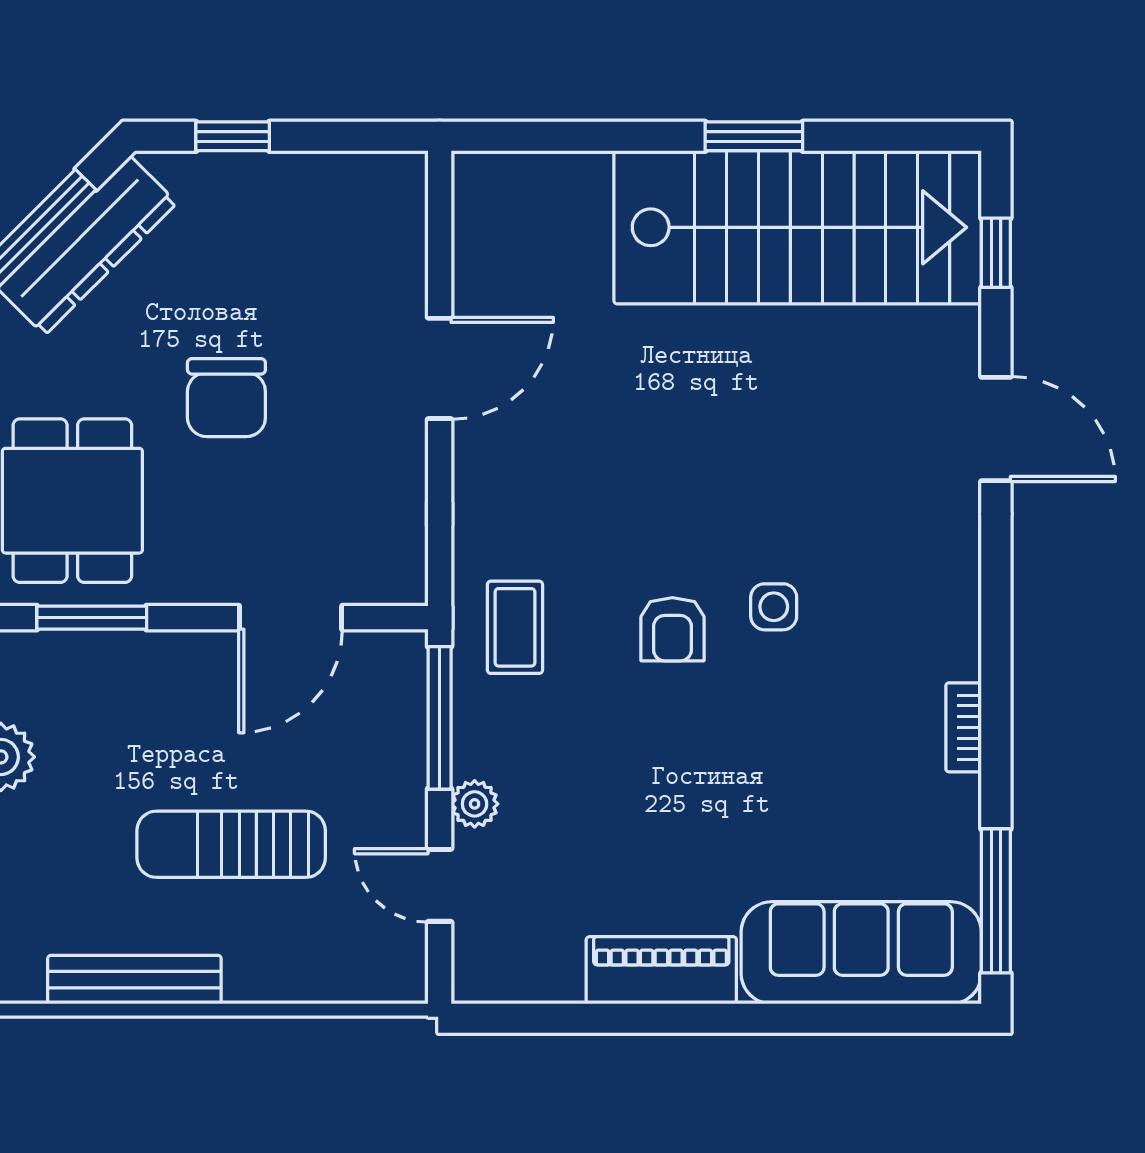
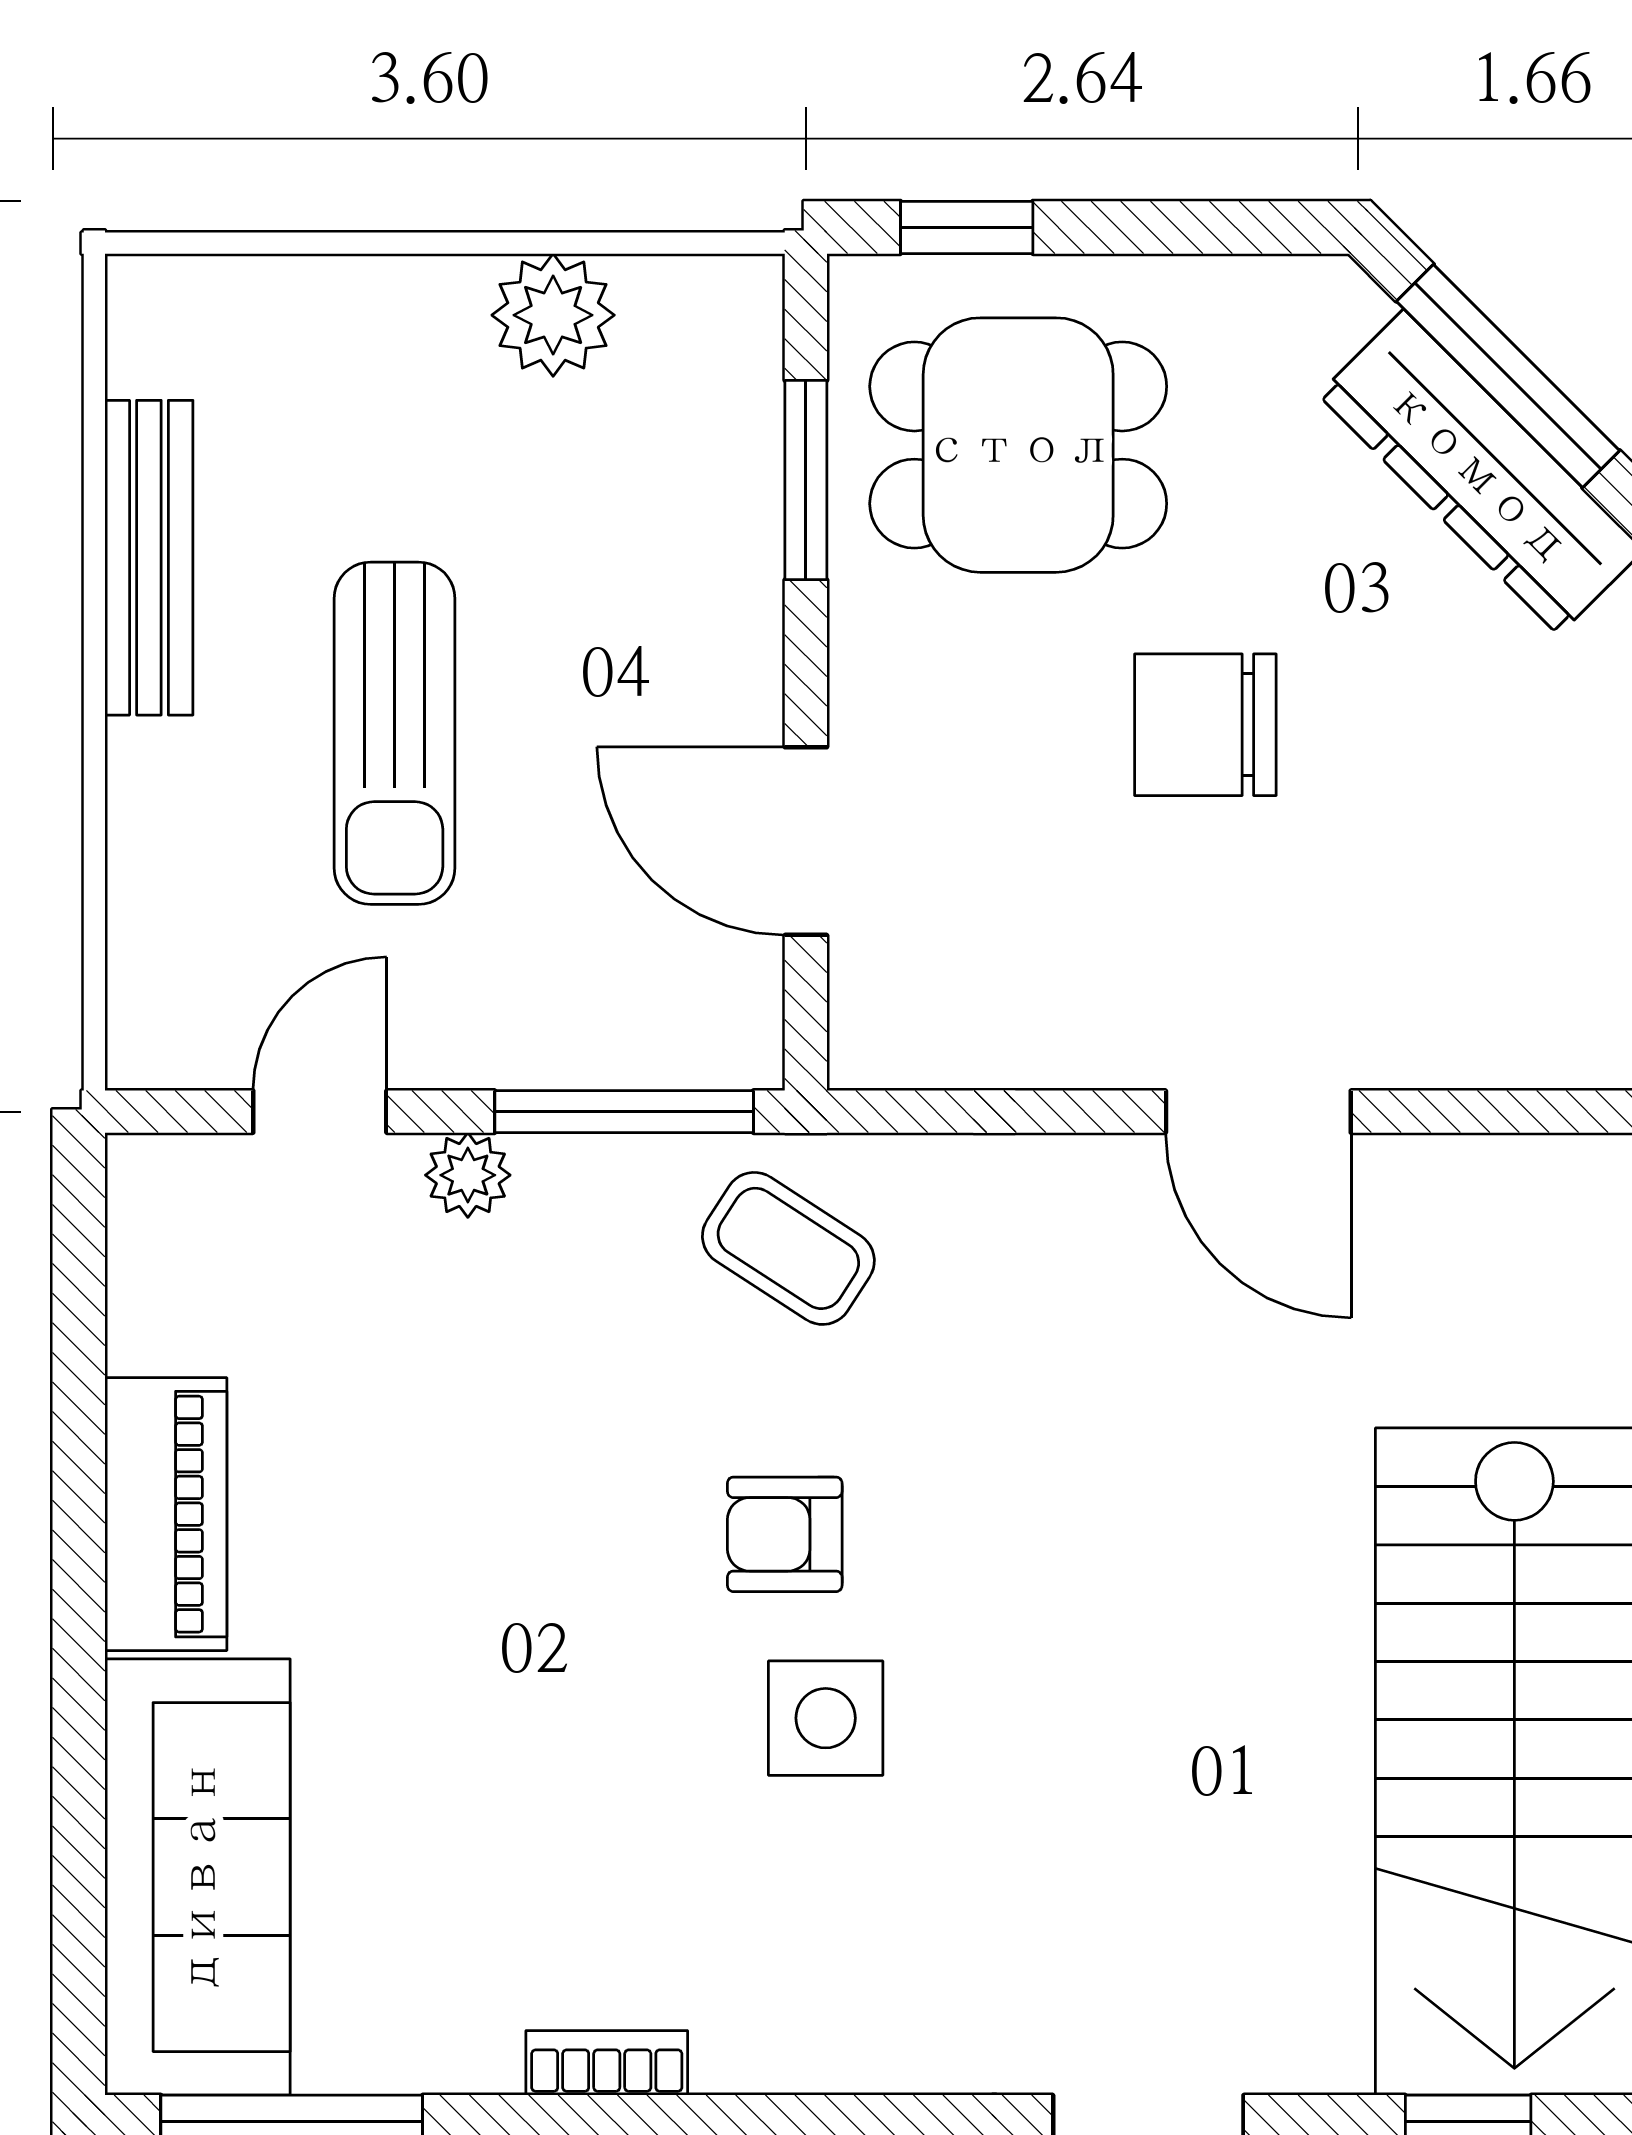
side table: (774, 607) -> (826, 1718), width x1.37, depth x1.37
coffee table: (515, 627) -> (788, 1248), turned 33
sun lounger: (231, 844) -> (395, 733), turned 180

